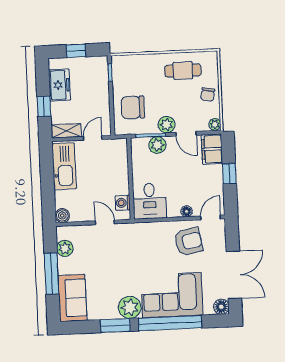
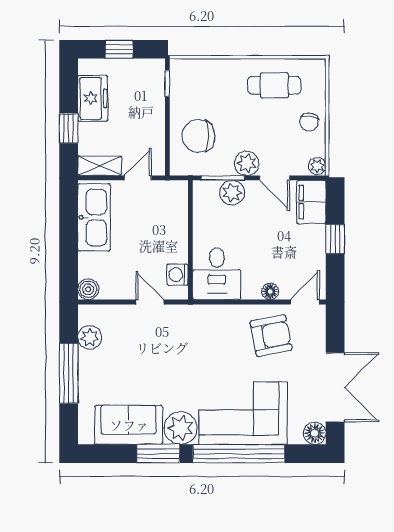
sofa: (72, 298) -> (129, 425), moved, turned -90

